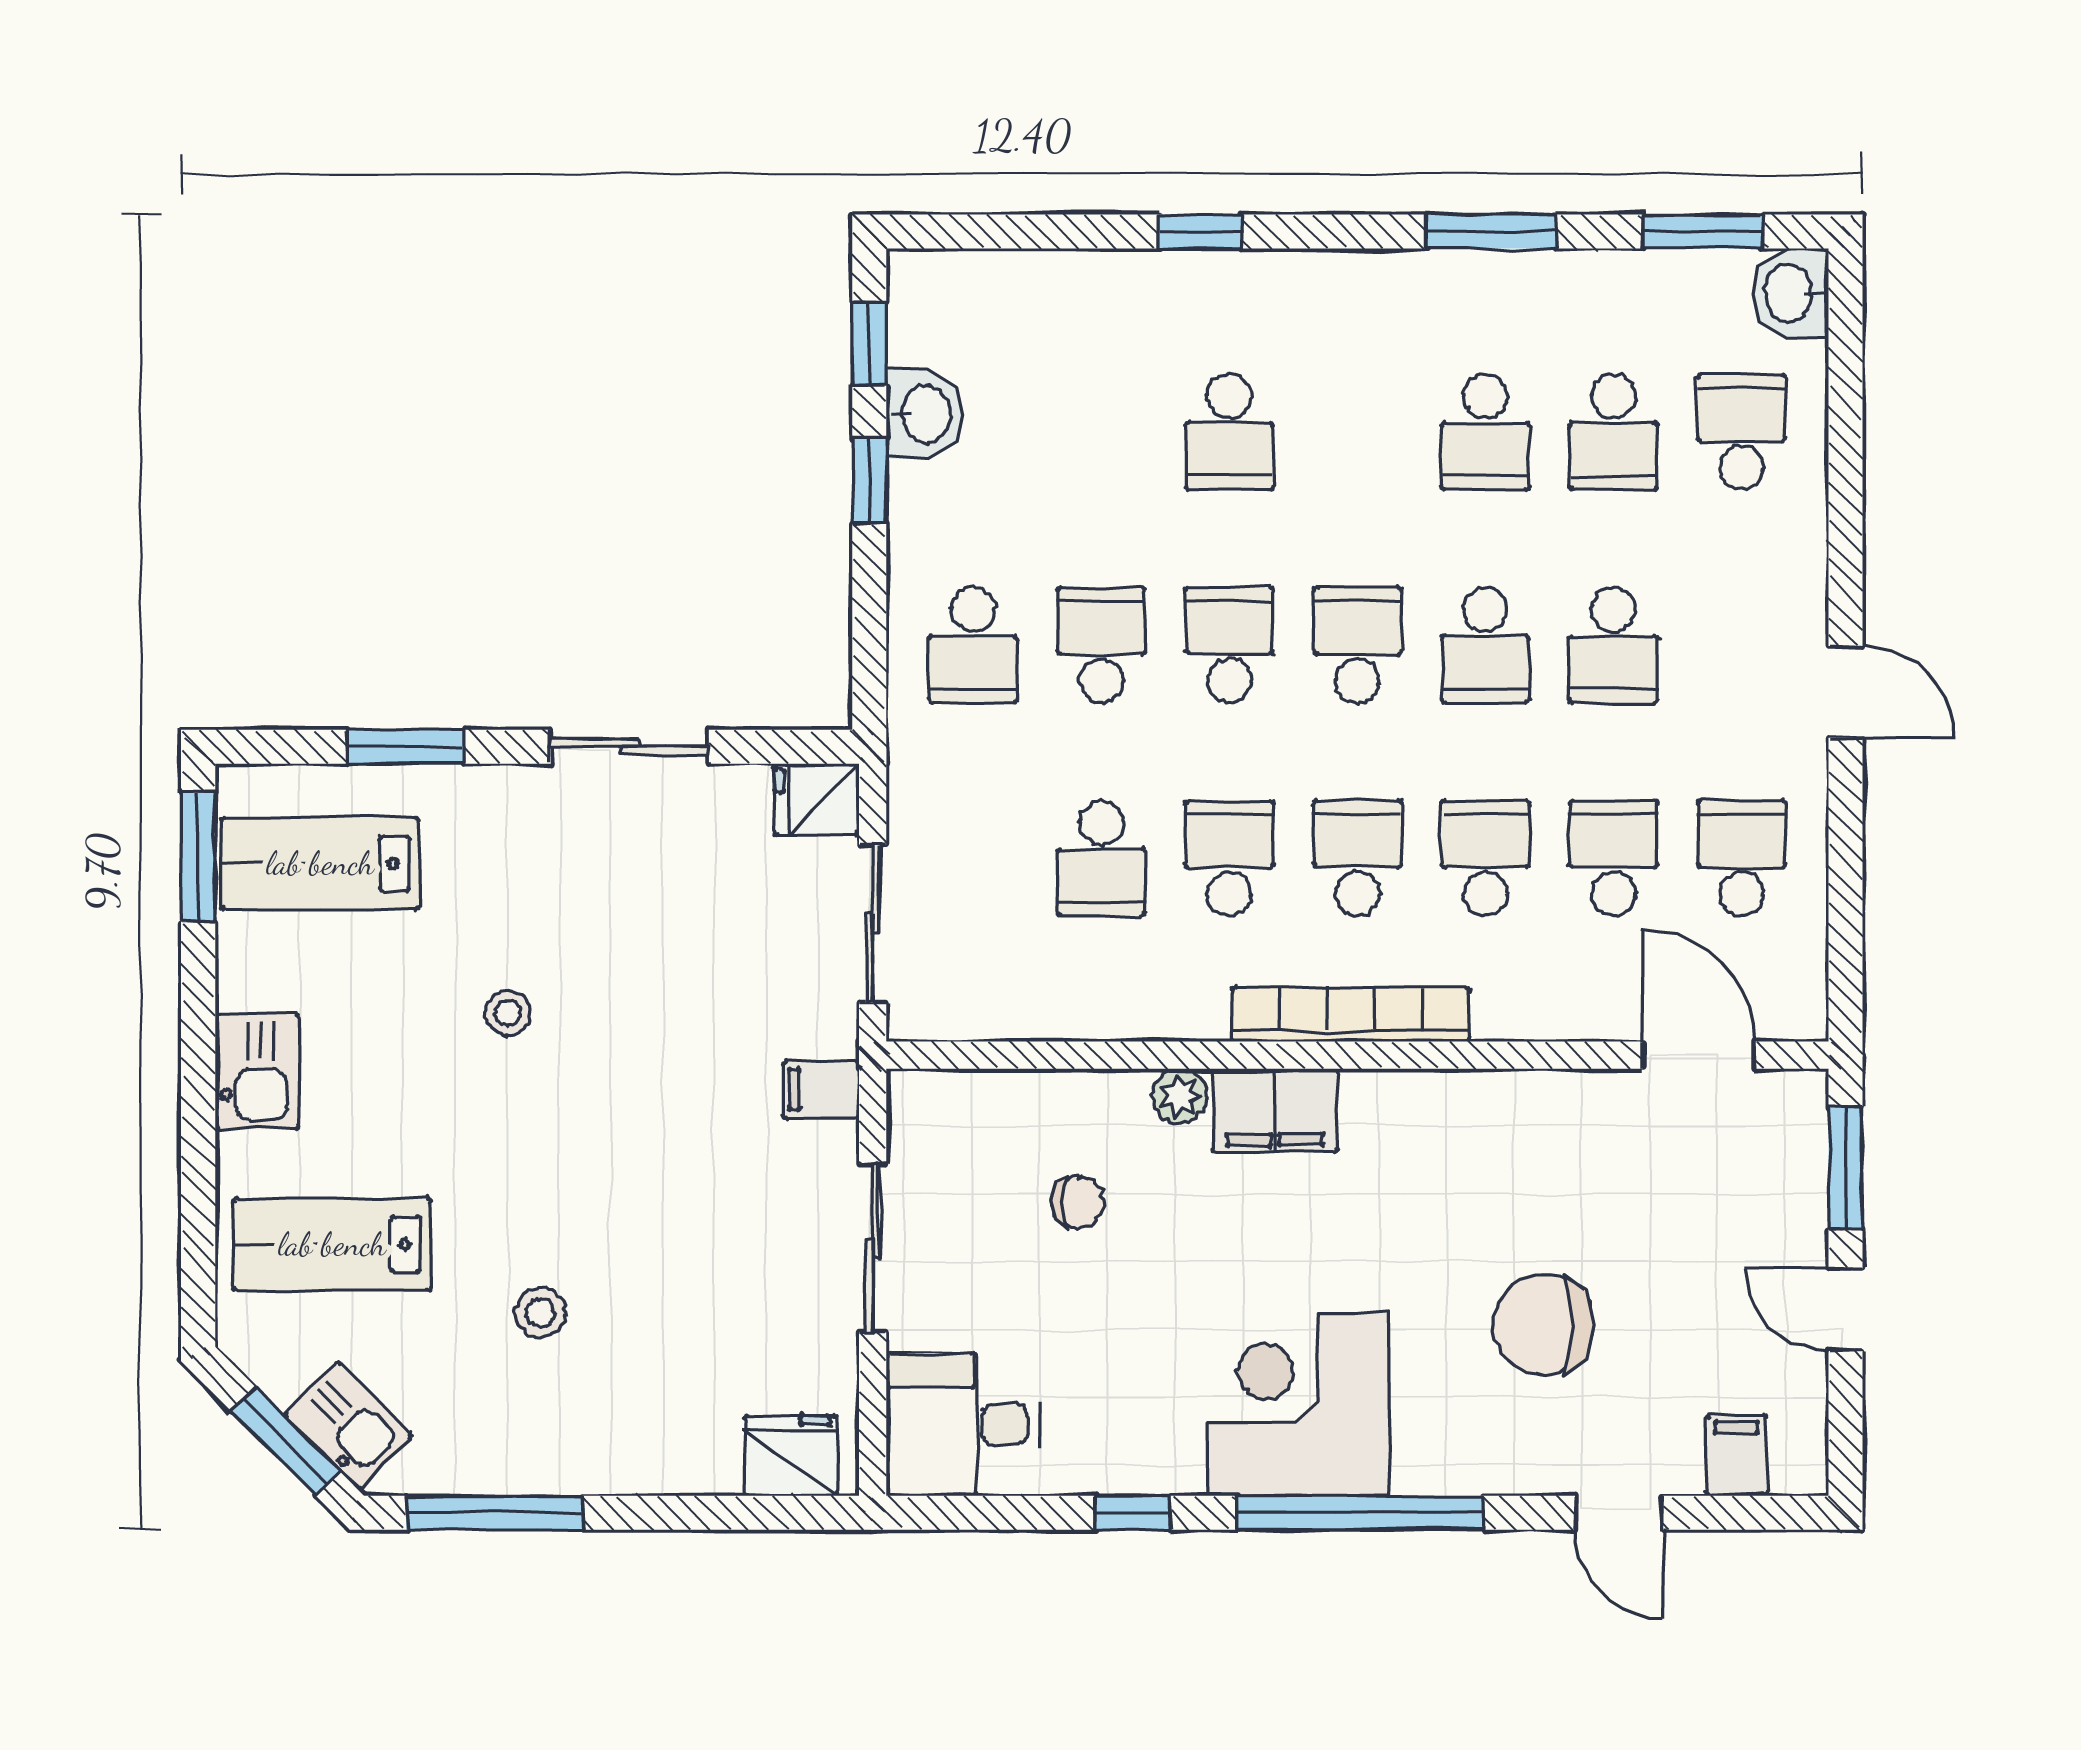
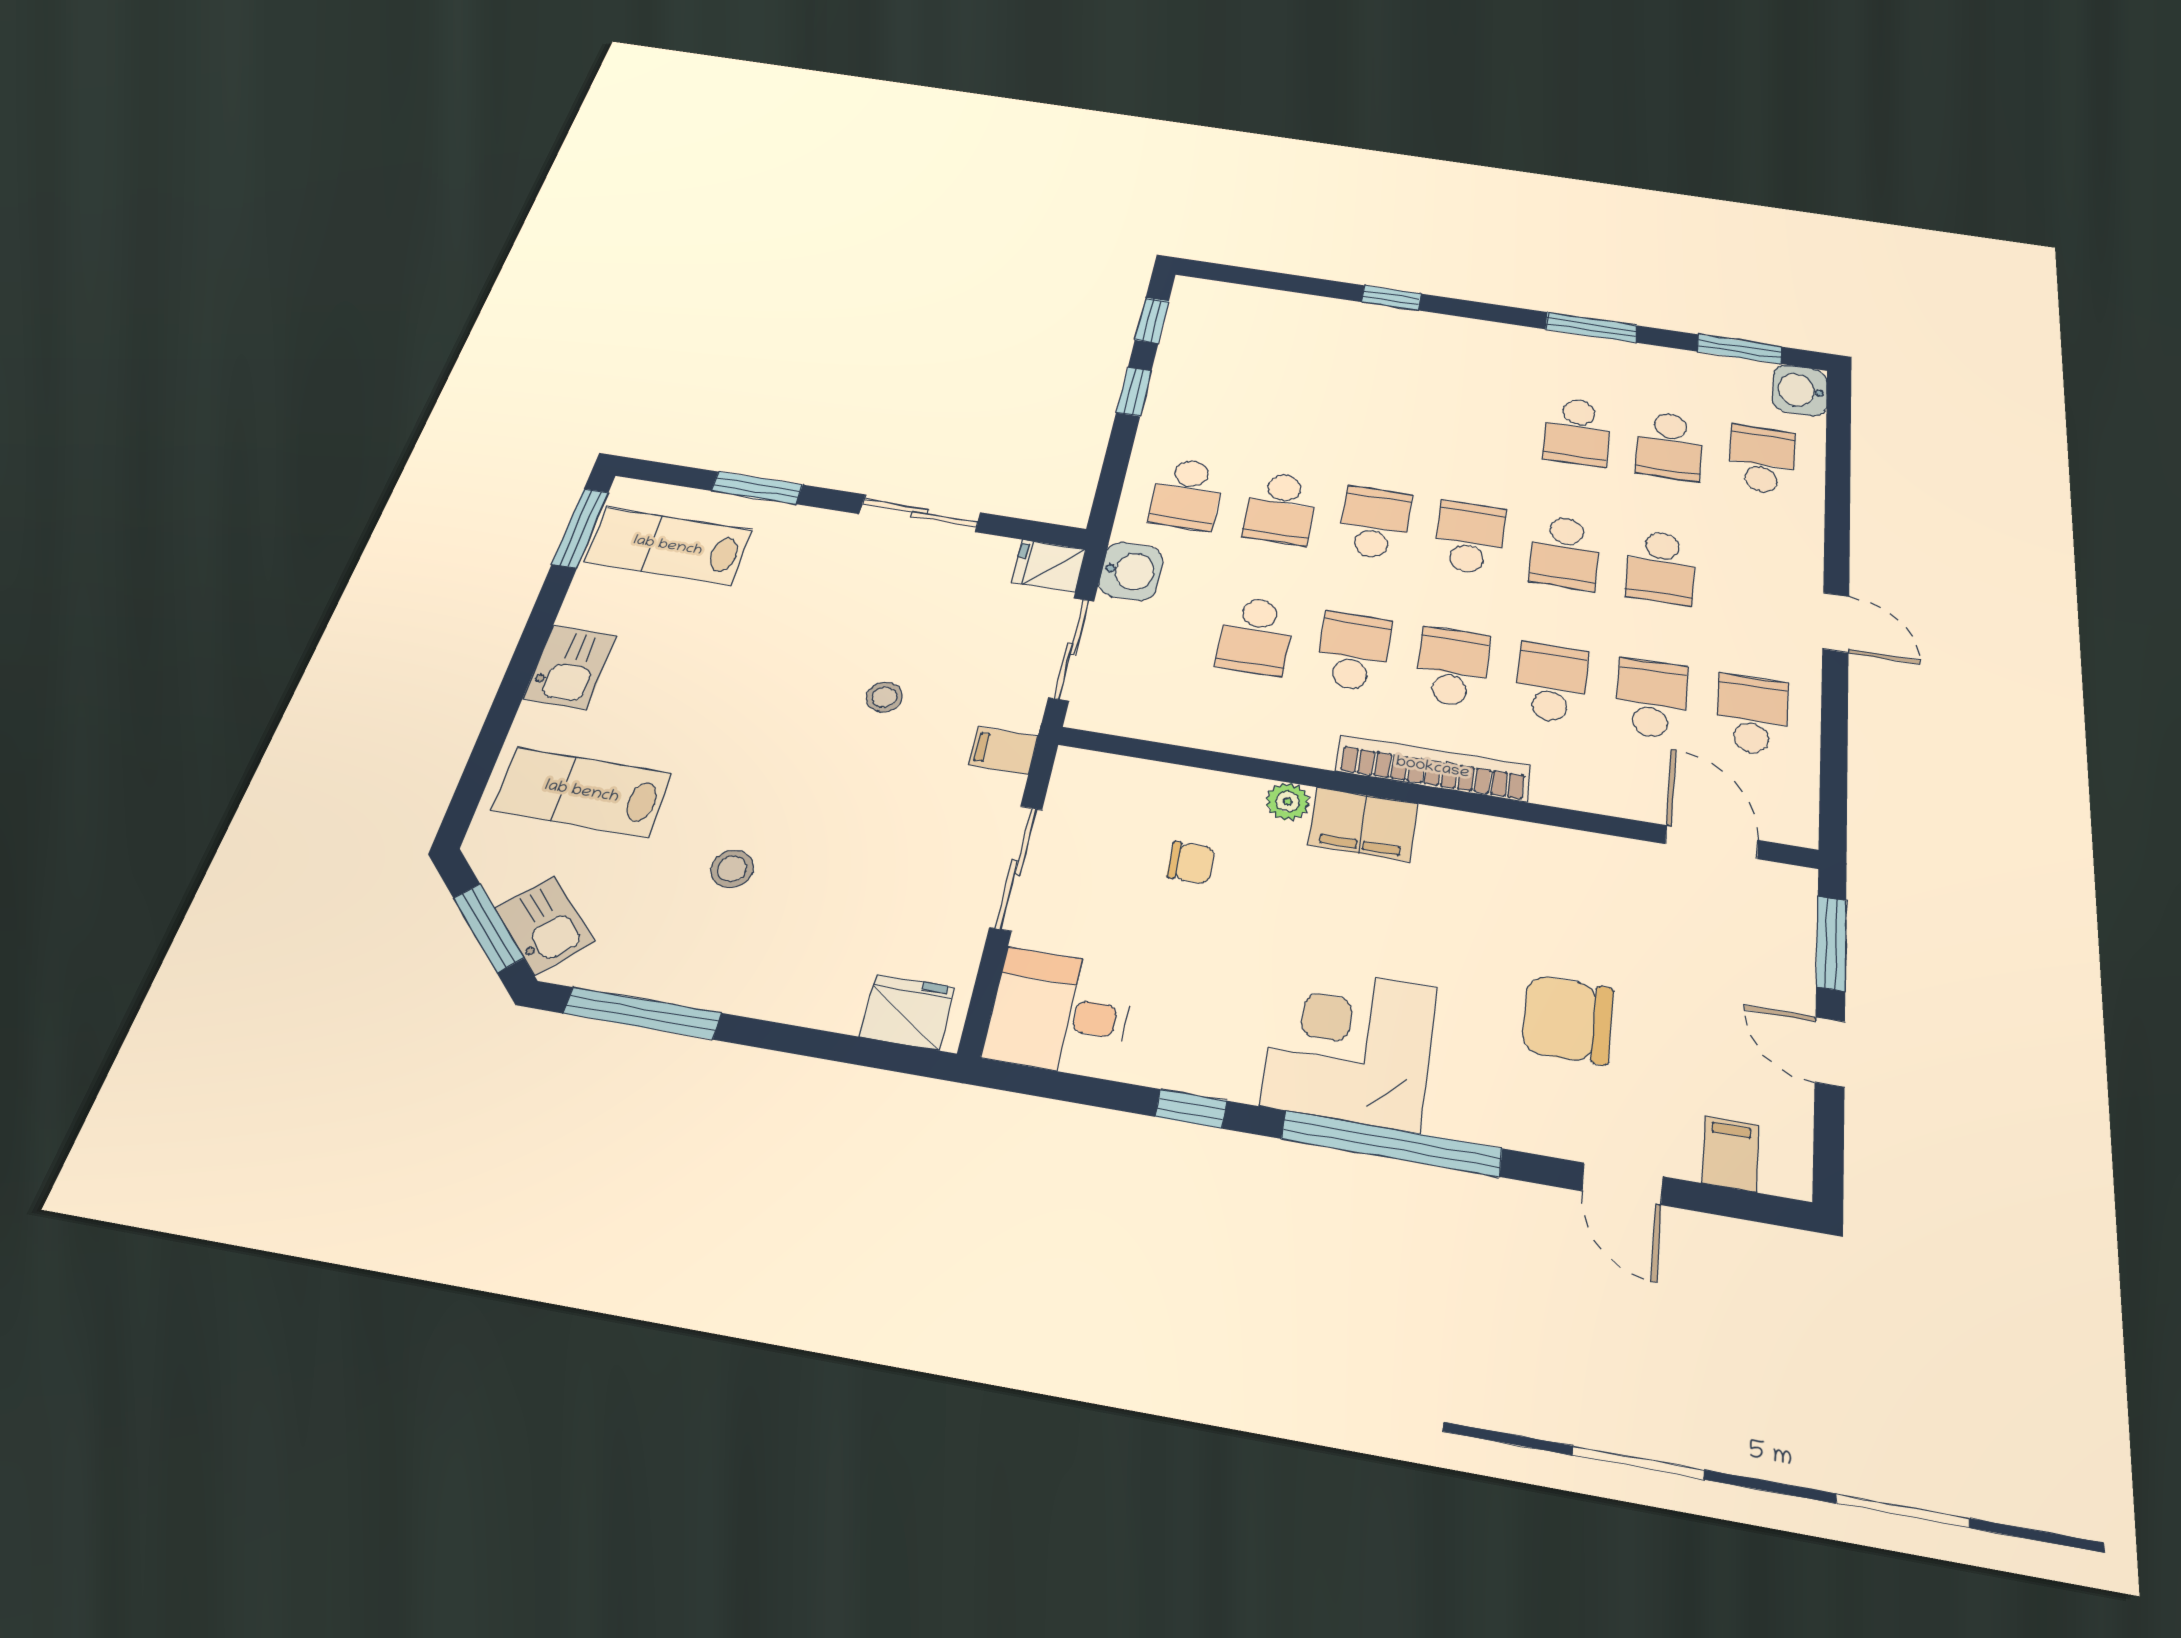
washbasin: (924, 414) -> (1131, 571), moved
school desk: (1229, 432) -> (1394, 404), removed
school desk: (1101, 645) -> (1280, 508), turned 180
stool: (508, 1013) -> (884, 697), moved

